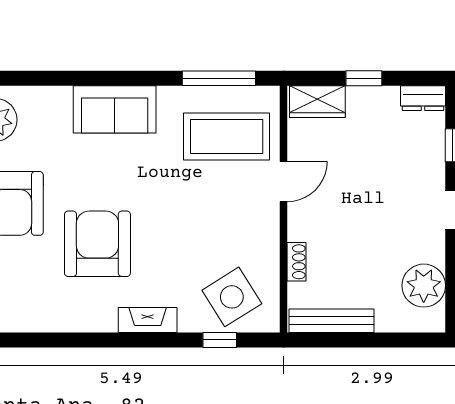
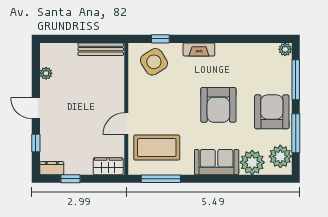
window: (364, 78) -> (70, 179), moved
plant: (48, 109) -> (252, 162), added
armchair: (97, 244) -> (218, 105), moved
shoe rack: (296, 262) -> (119, 81), removed
plant: (424, 286) -> (46, 73), width x0.53, depth x0.53

